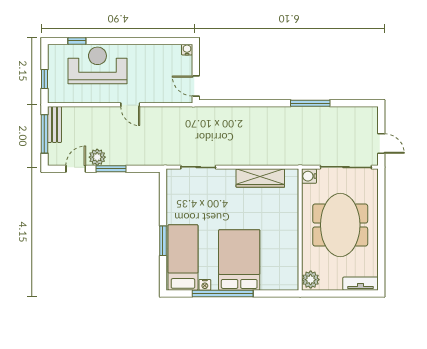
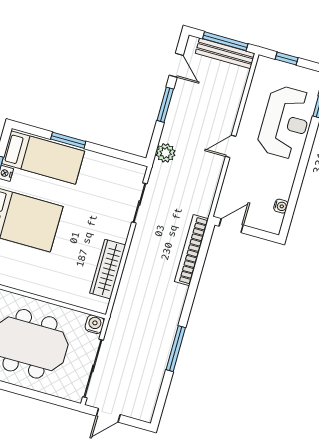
water cooler: (187, 50) -> (281, 206), moved
bookcase: (225, 113) -> (191, 250), added
bench: (54, 124) -> (225, 53), width x1.36
plant: (97, 157) -> (166, 153), moved

